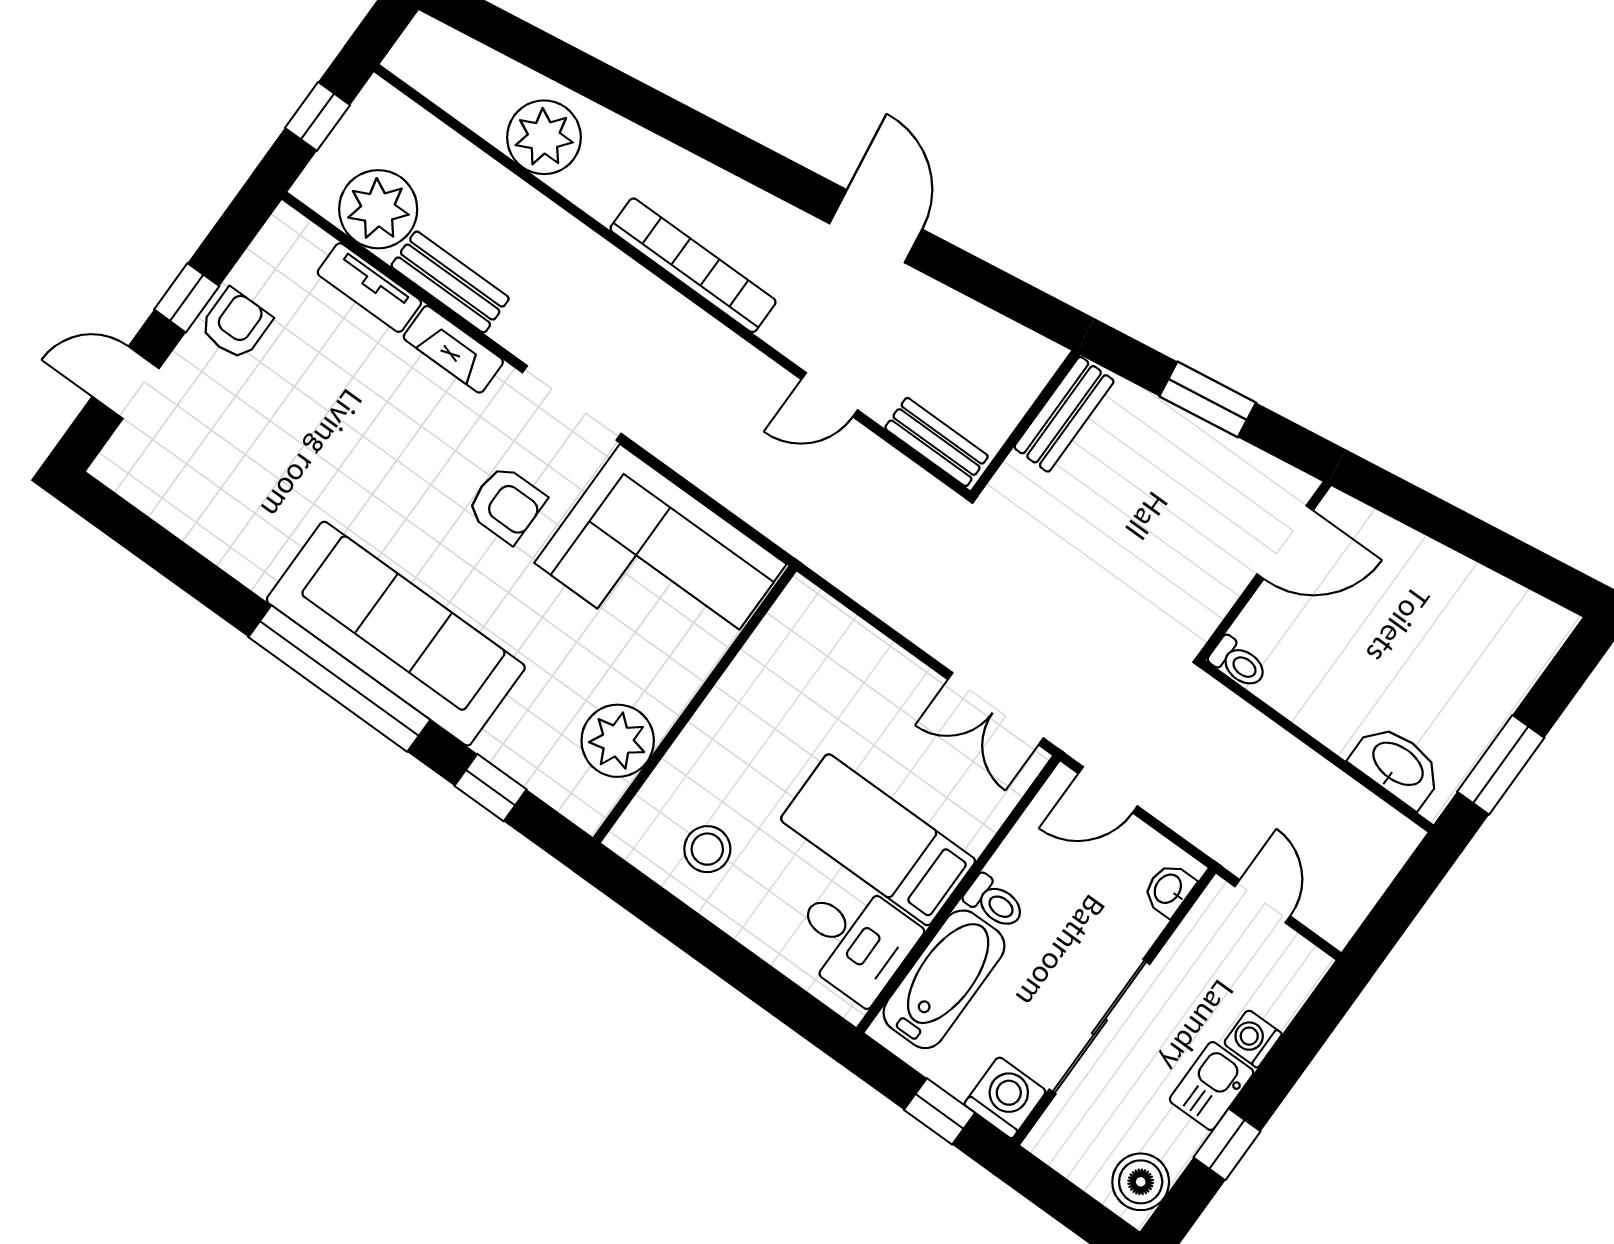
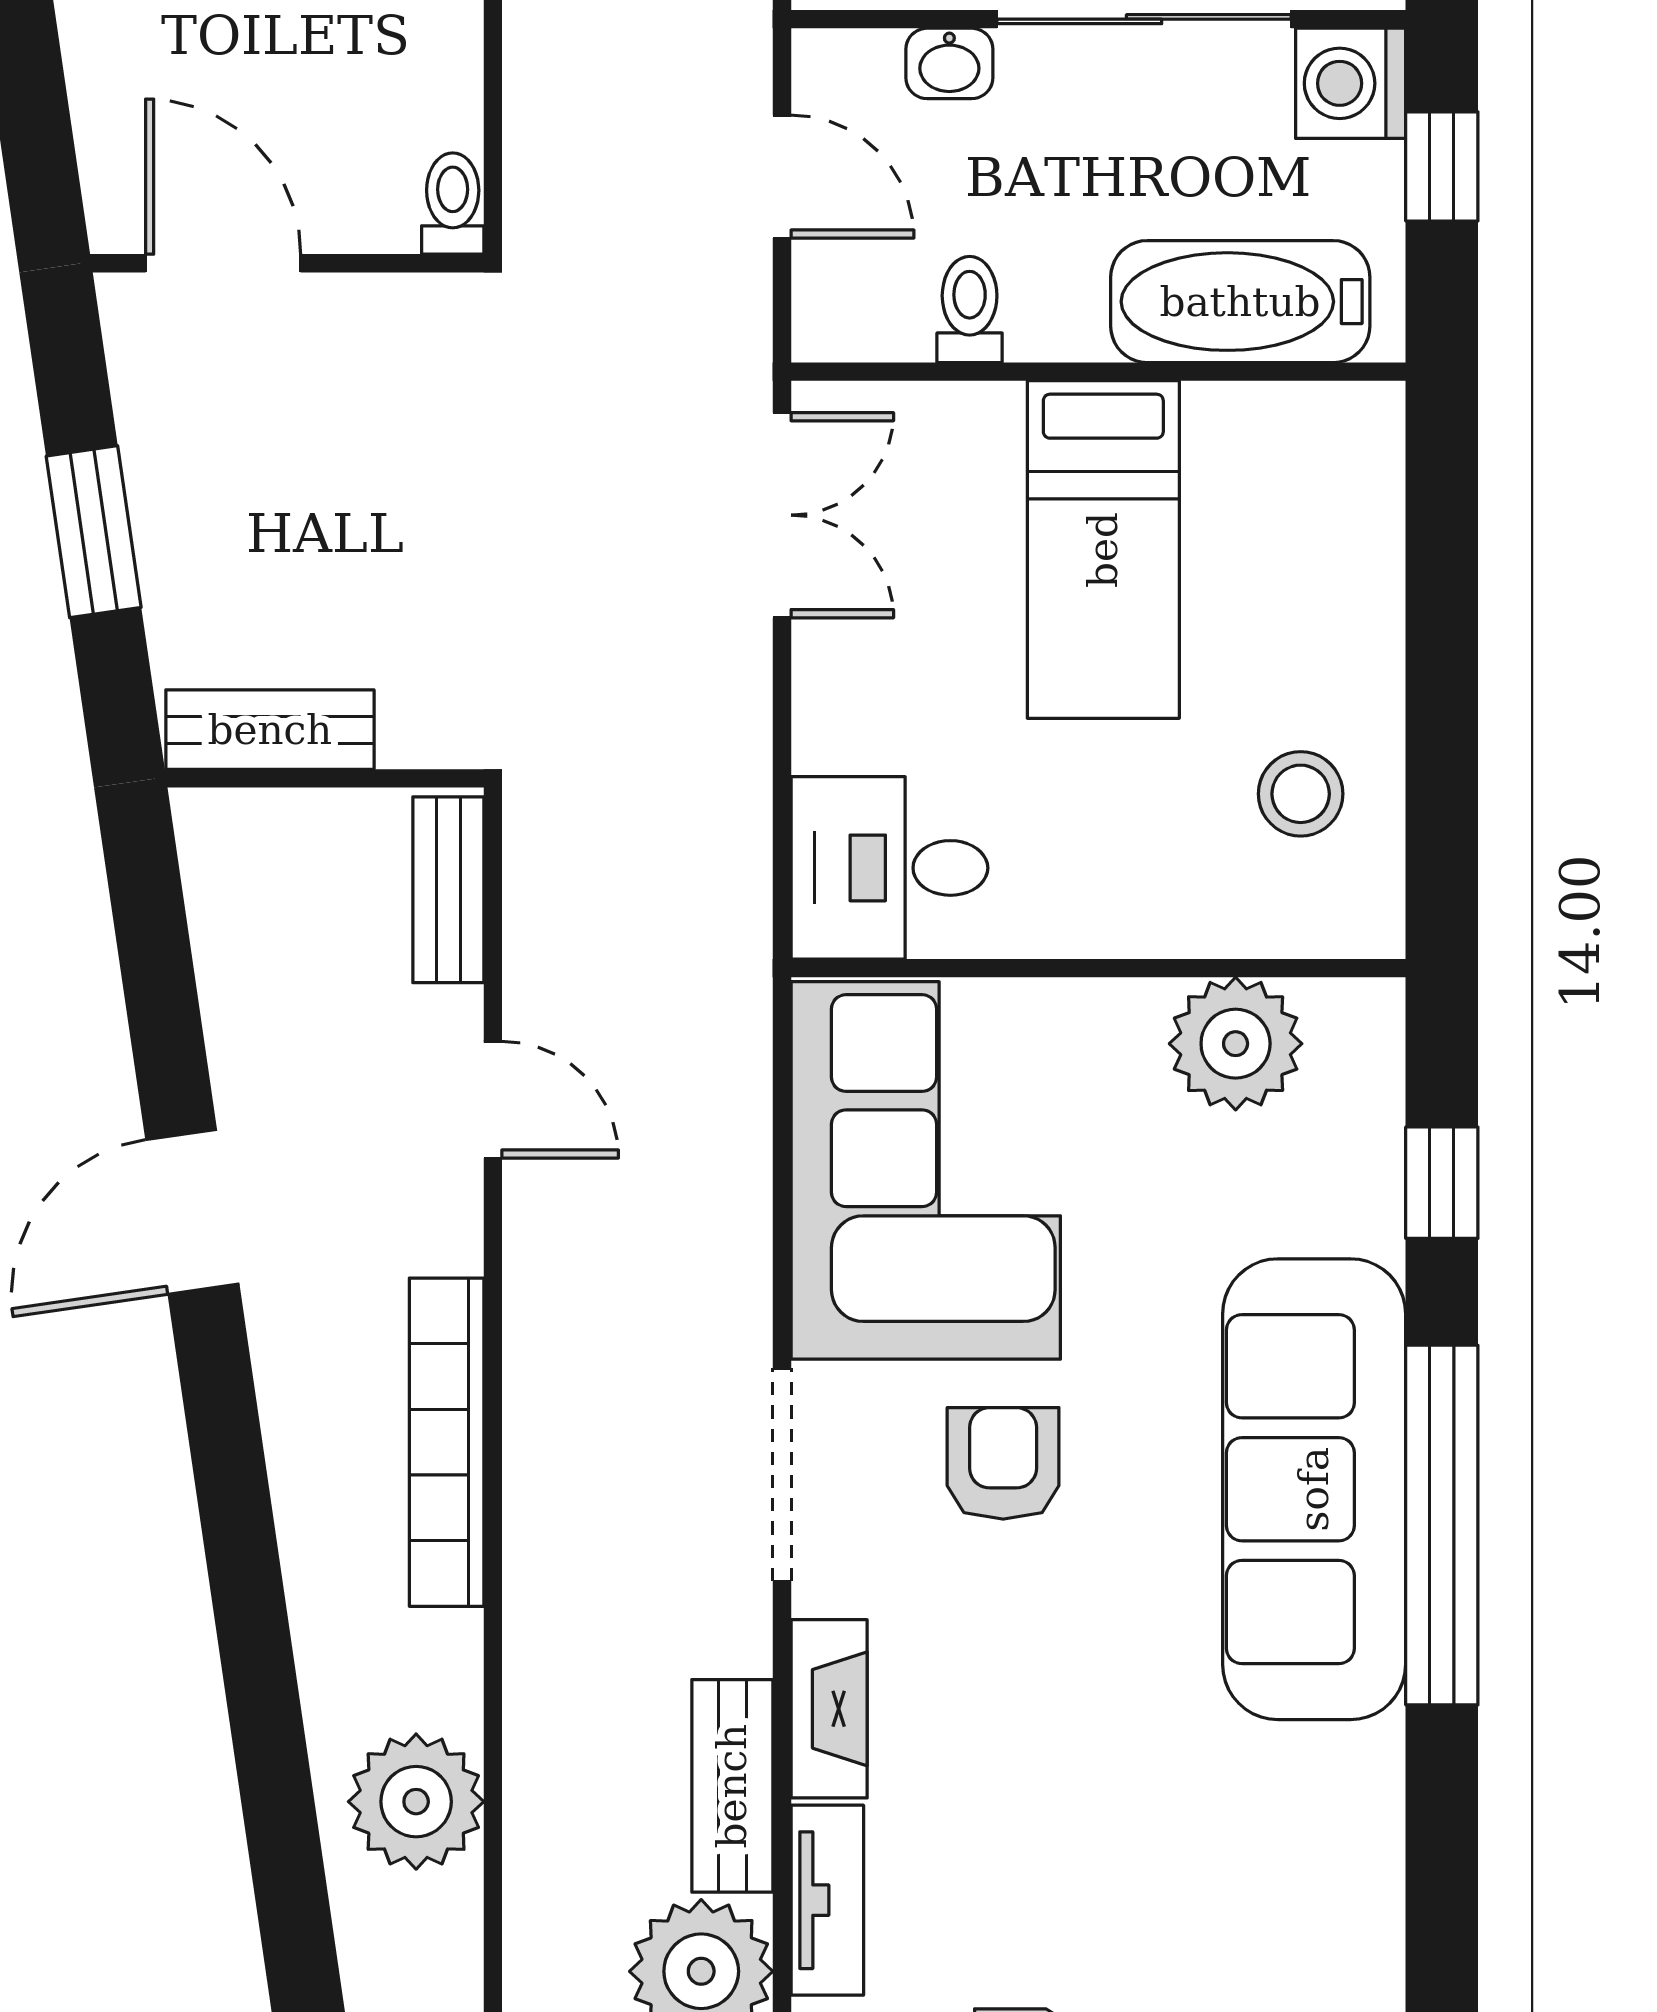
door: (1108, 790) -> (782, 177), moved
washbasin: (1169, 889) -> (949, 63), moved
toilet: (994, 902) -> (970, 310), moved
desk: (854, 939) -> (889, 868), moved, turned -90

